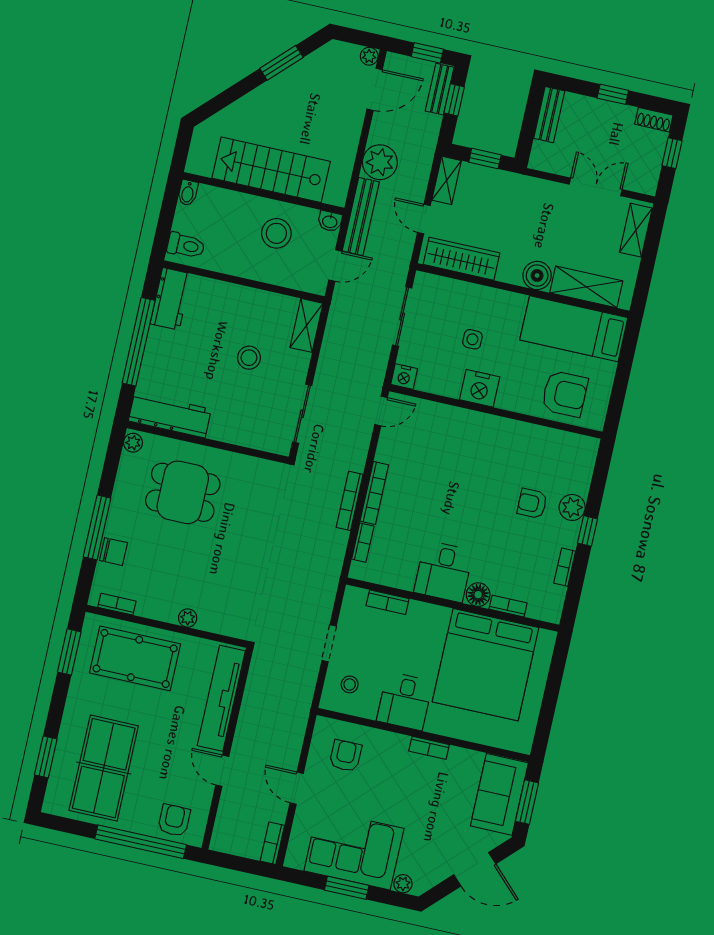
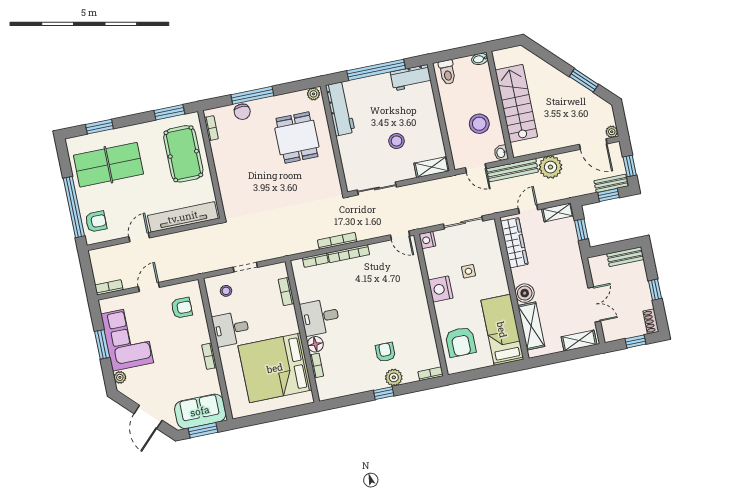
bookcase: (565, 567) -> (431, 374), moved
plant: (188, 618) -> (222, 175), removed

